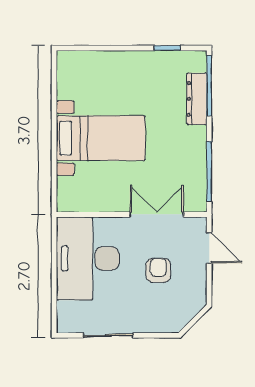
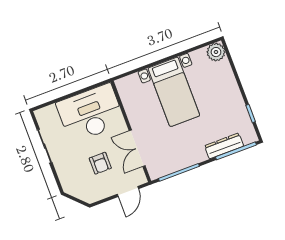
plant: (69, 63) -> (216, 52), added
double door: (157, 214) -> (137, 148), swing flipped
armchair: (158, 270) -> (100, 163), turned 90

